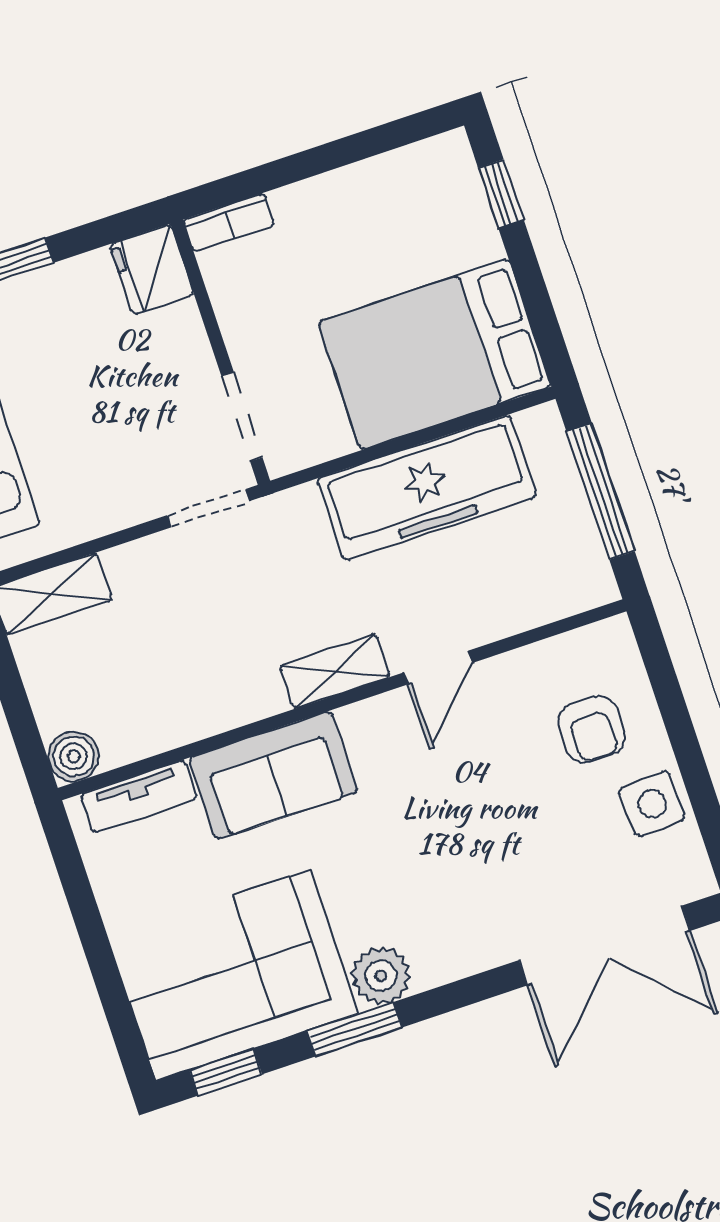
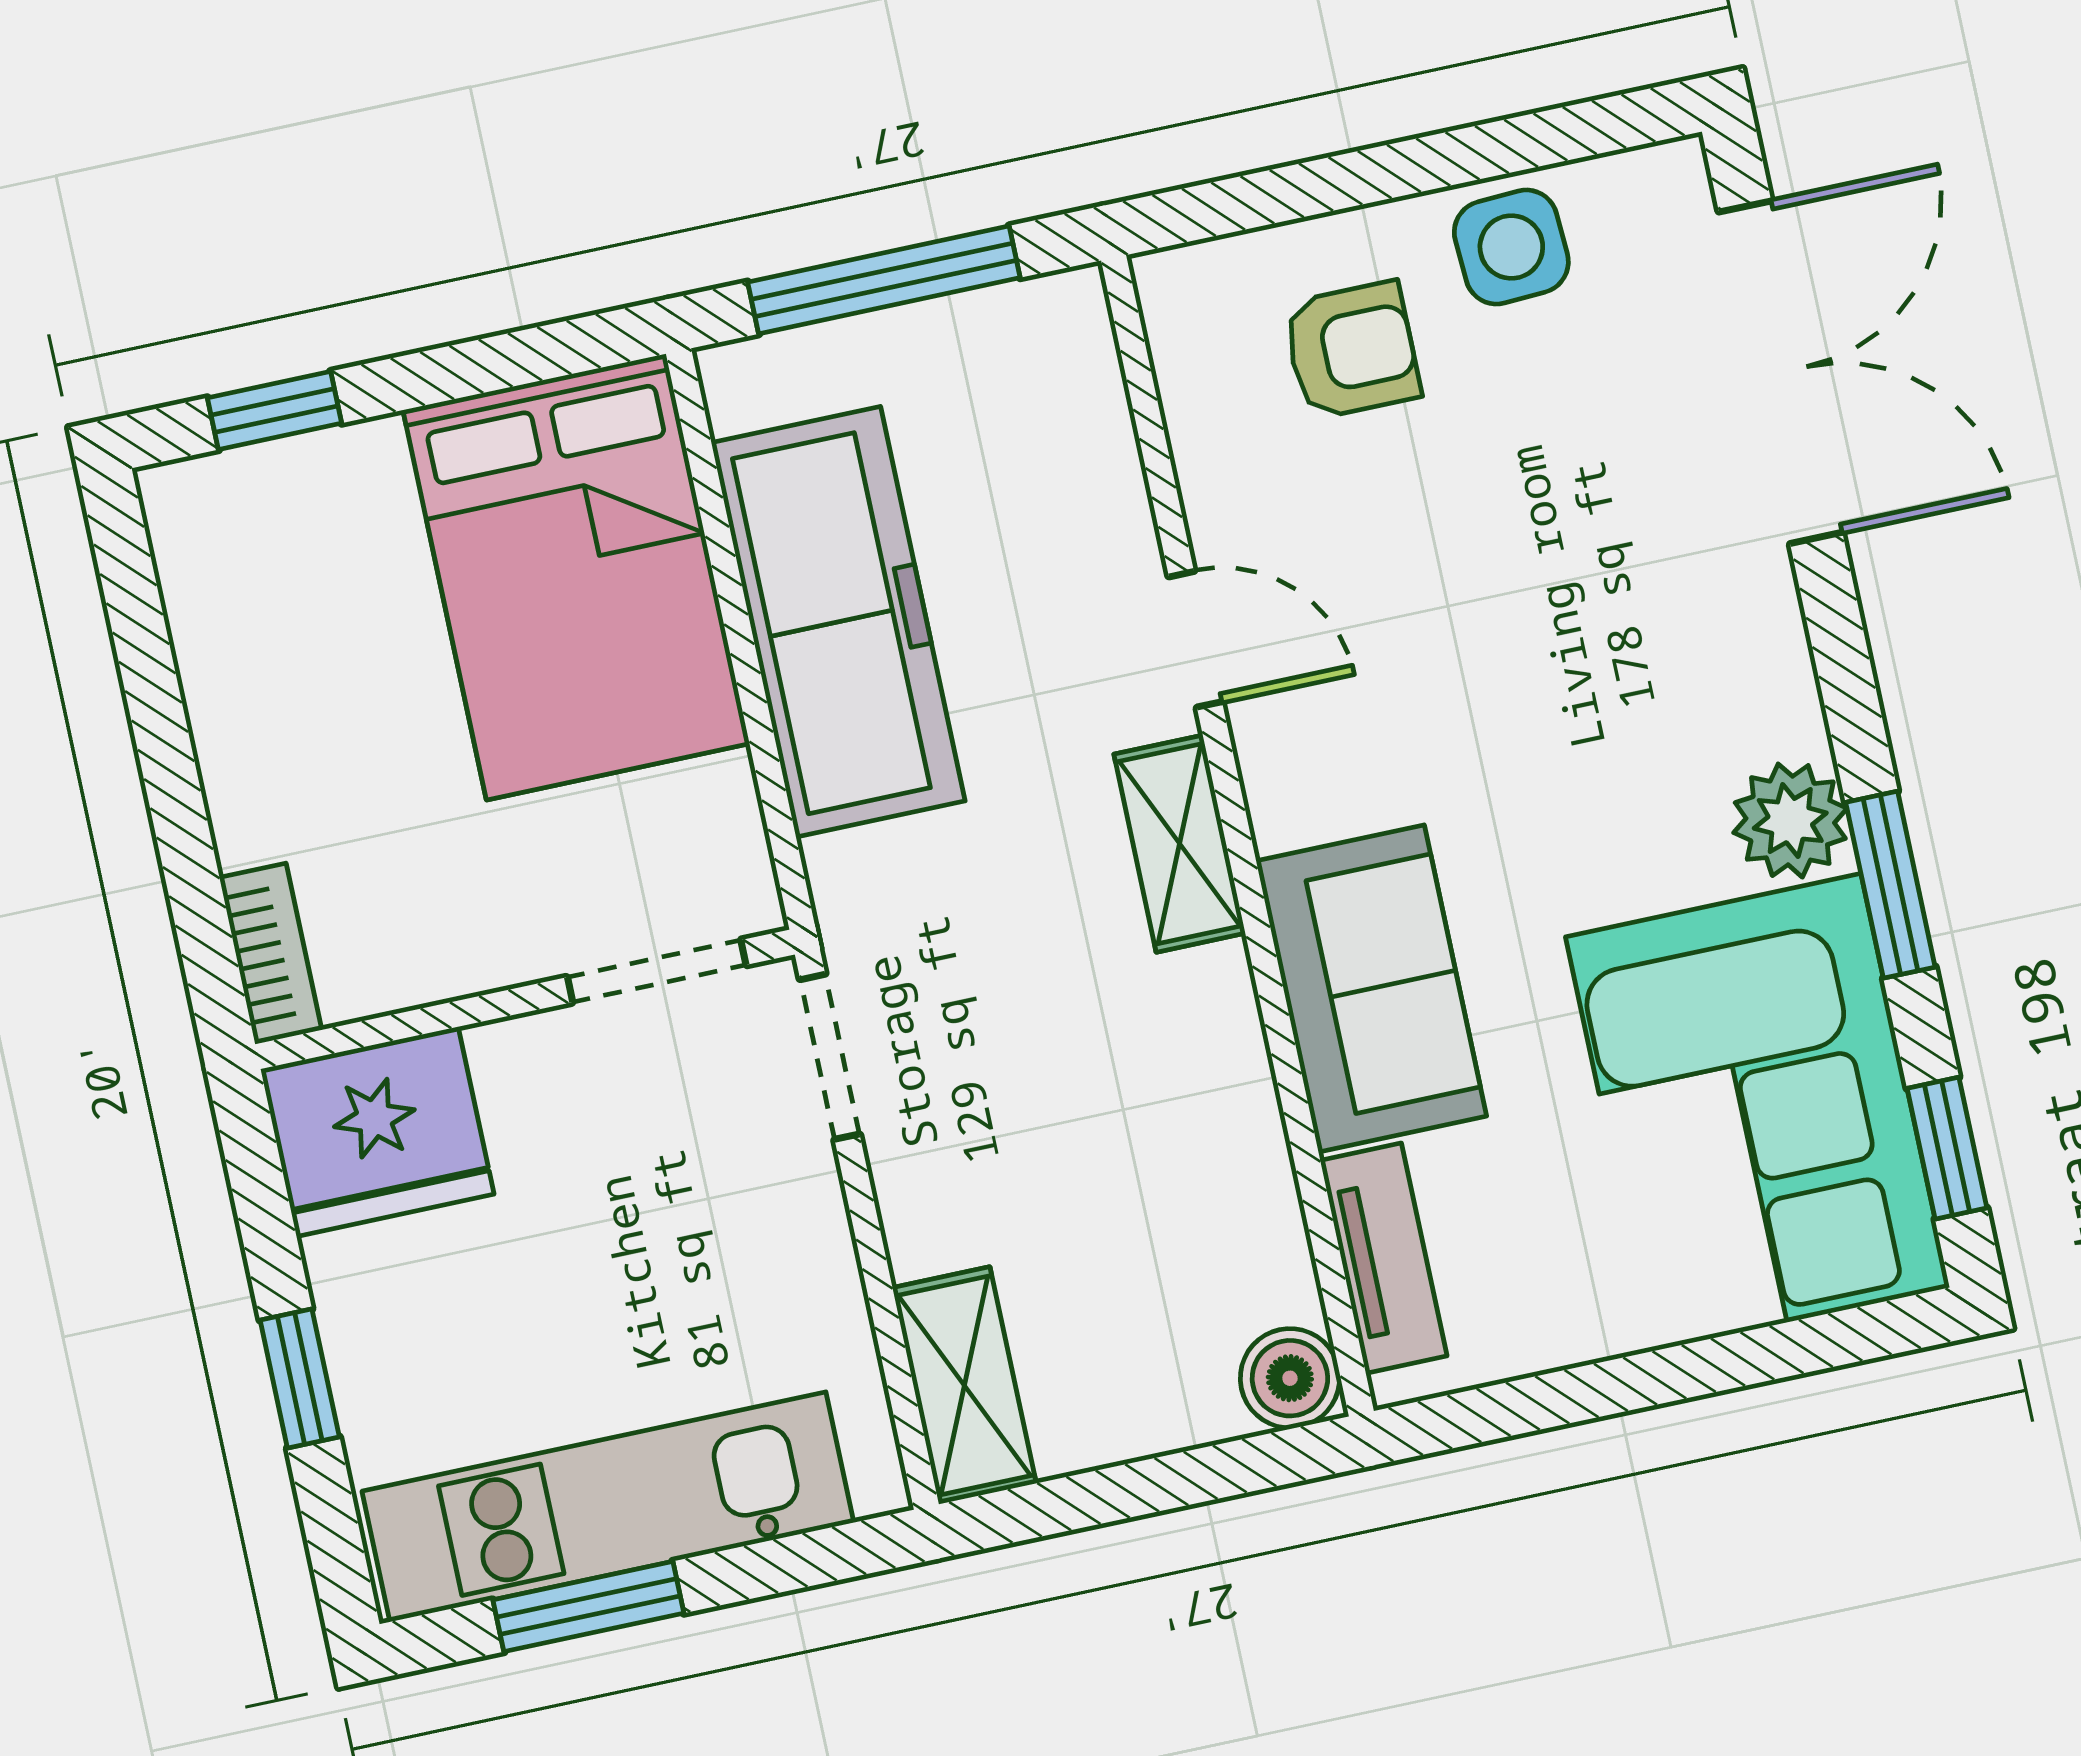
fridge: (152, 269) -> (377, 1132), width x1.36, depth x1.34

